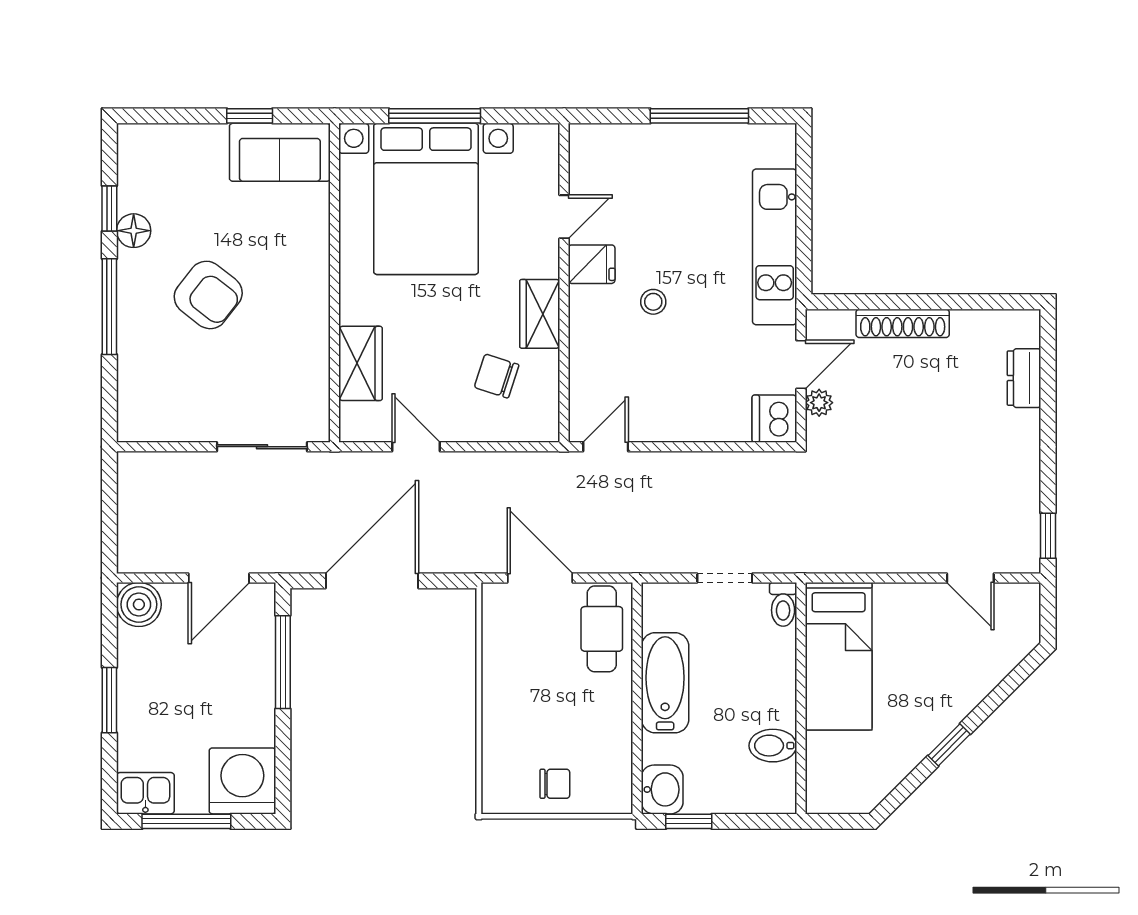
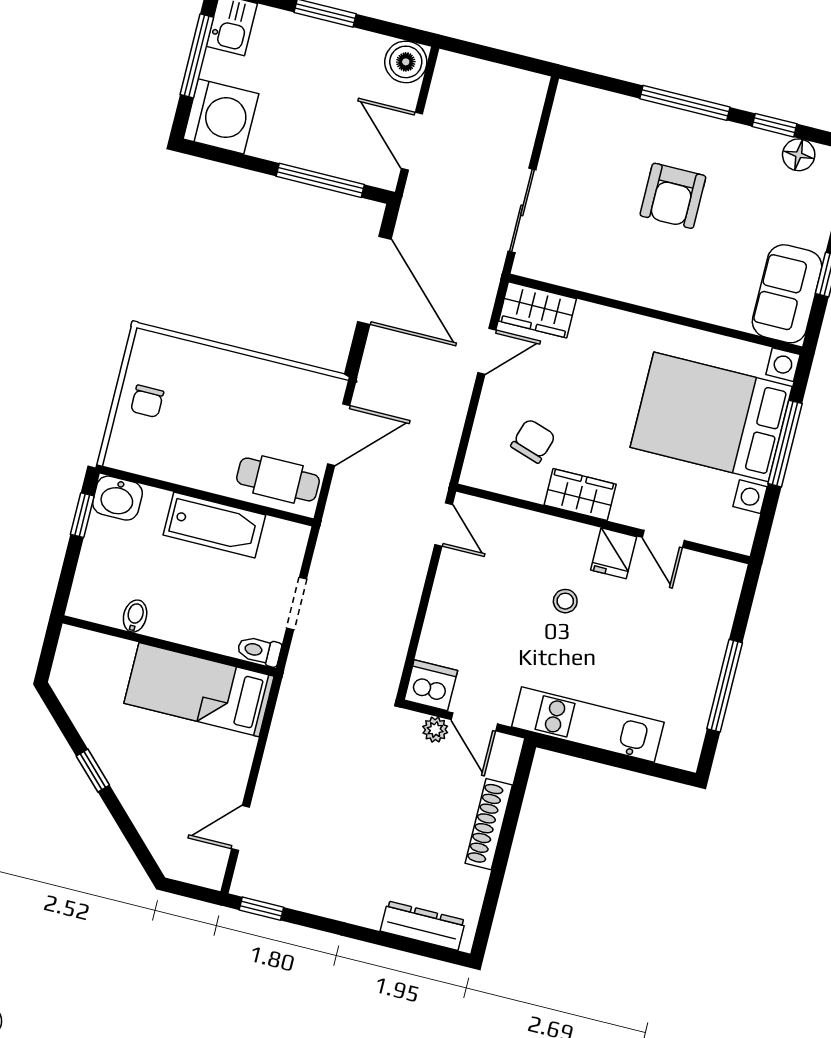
floor lamp: (134, 231) -> (799, 155), moved
armchair: (208, 295) -> (673, 196), turned -38
wardrobe: (361, 363) -> (537, 310), moved
dresser: (1024, 378) -> (423, 926), width x1.44
bidet: (773, 746) -> (135, 616), width x0.72, depth x0.74

